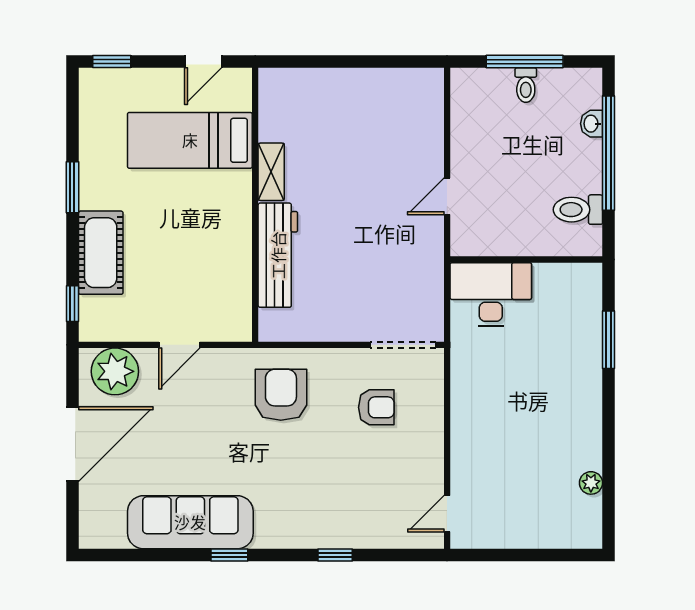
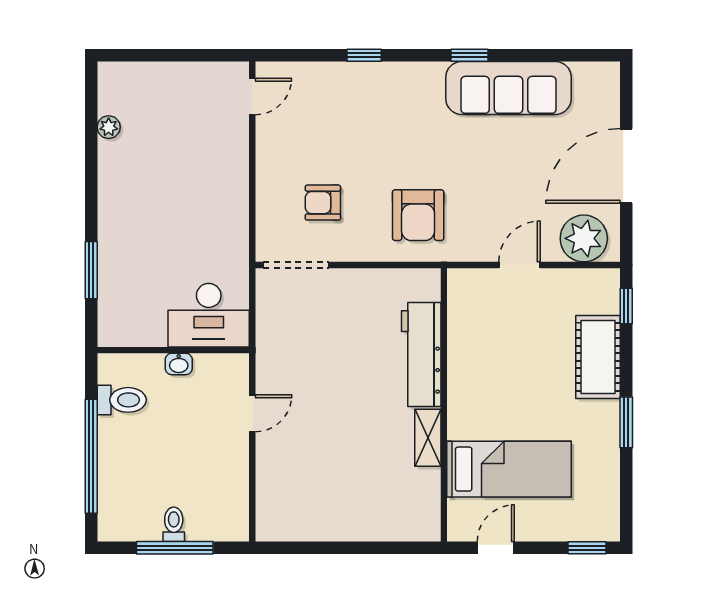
washbasin: (592, 124) -> (179, 364), moved, turned 90

